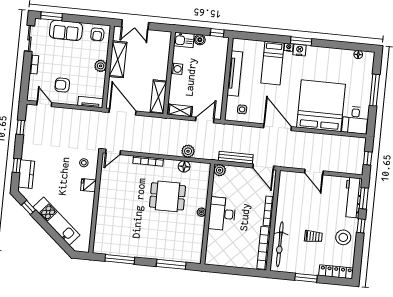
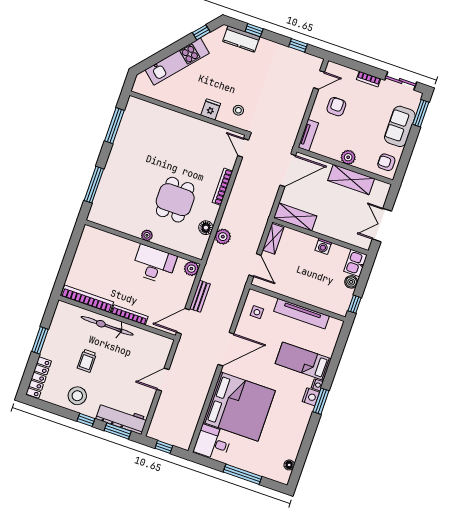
double door: (135, 25) -> (382, 225), moved
bench: (236, 158) -> (200, 296), width x0.73
desk: (222, 214) -> (154, 264), moved
bicycle: (280, 244) -> (107, 326), moved

